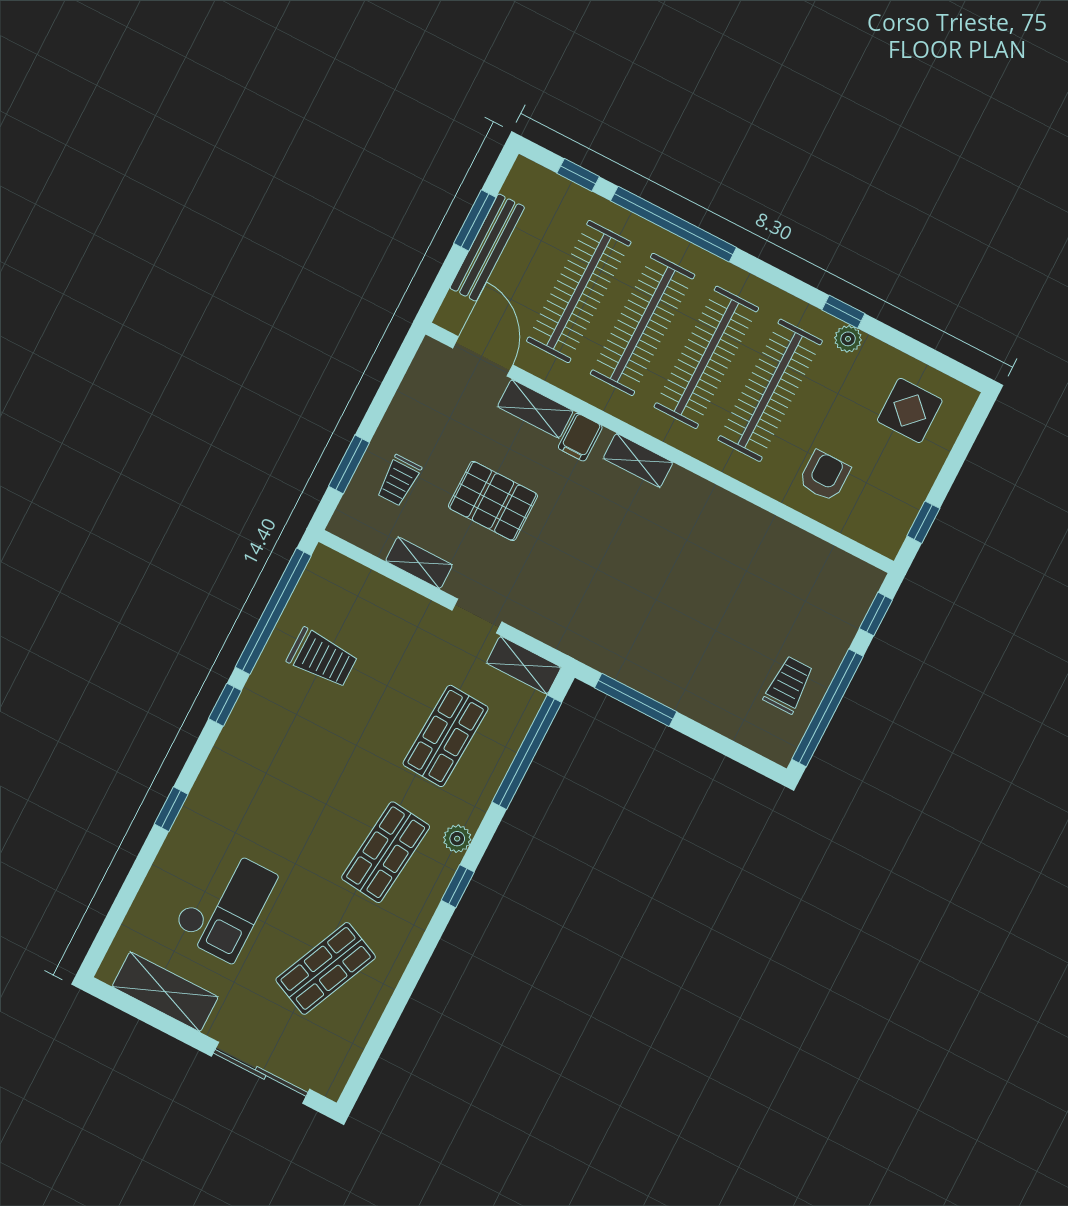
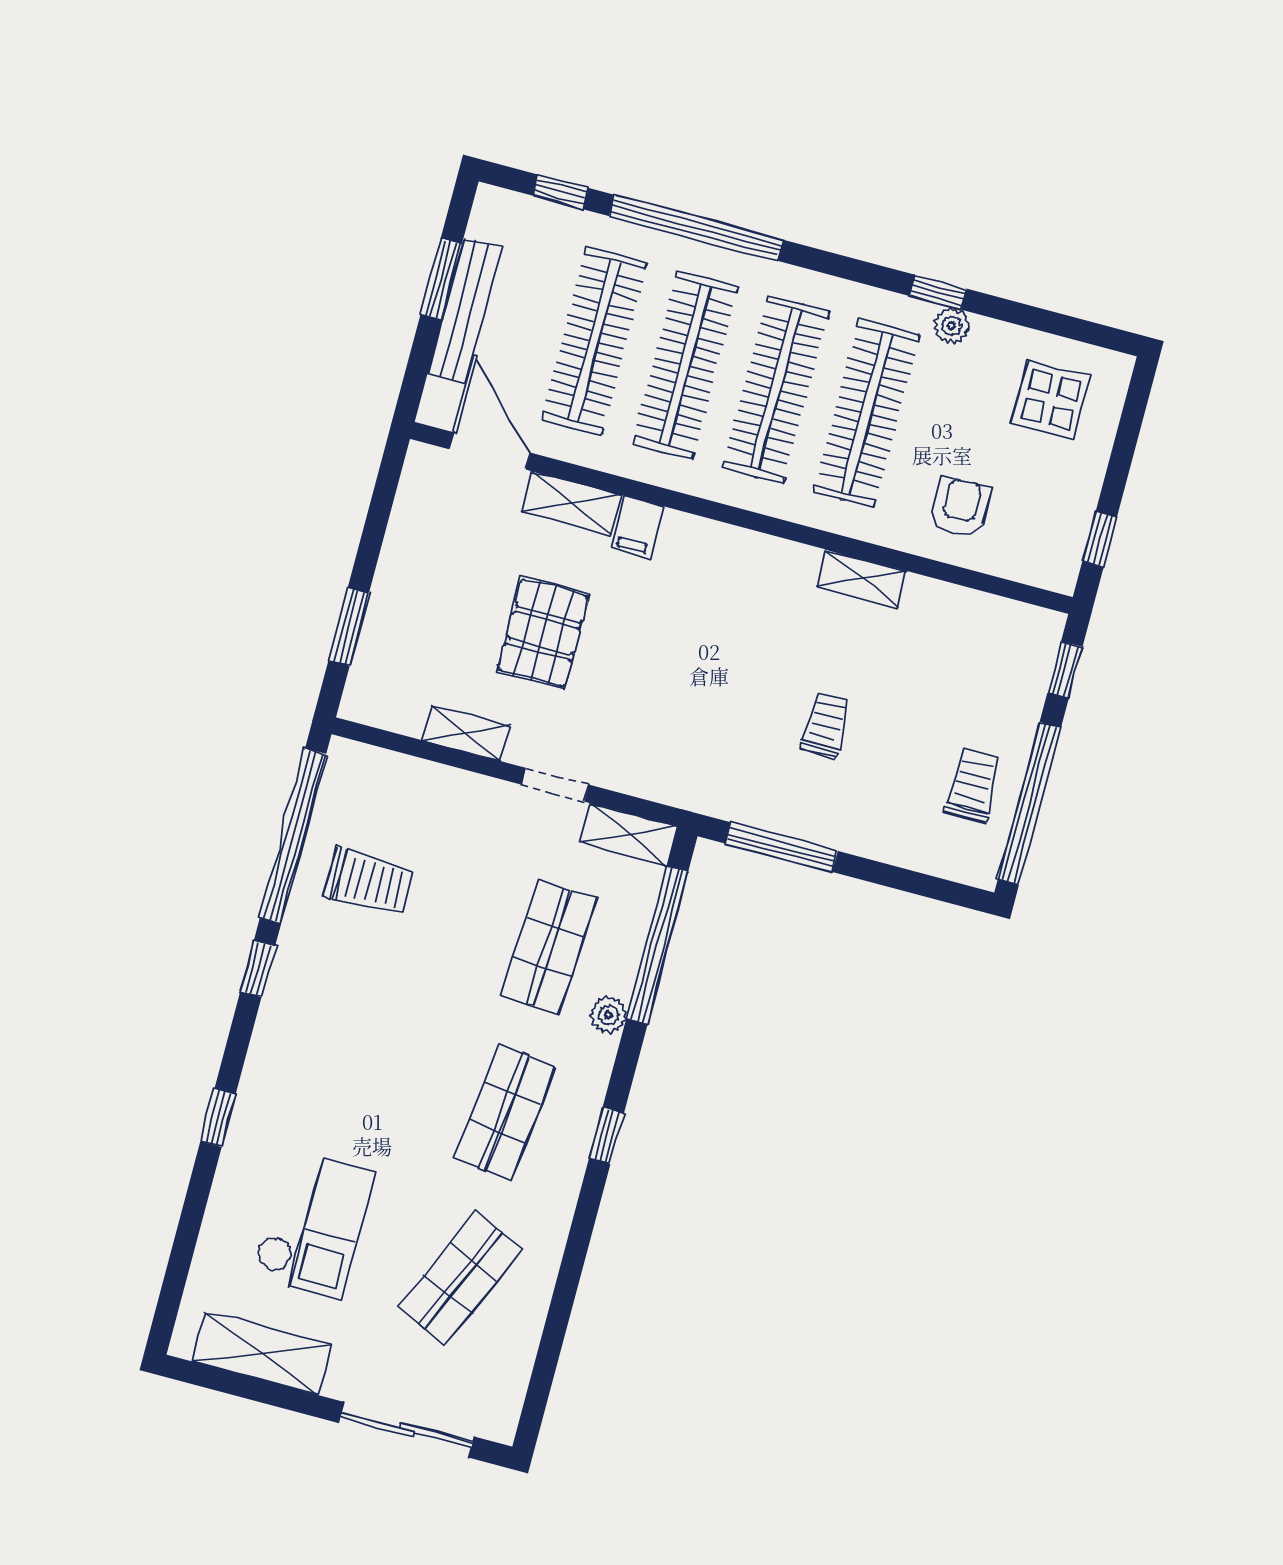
shelving: (638, 460) -> (861, 578), moved
trolley: (399, 480) -> (826, 725), moved, turned 180
pallet: (493, 501) -> (543, 633), turned 90
plant: (457, 839) -> (608, 1015), moved

